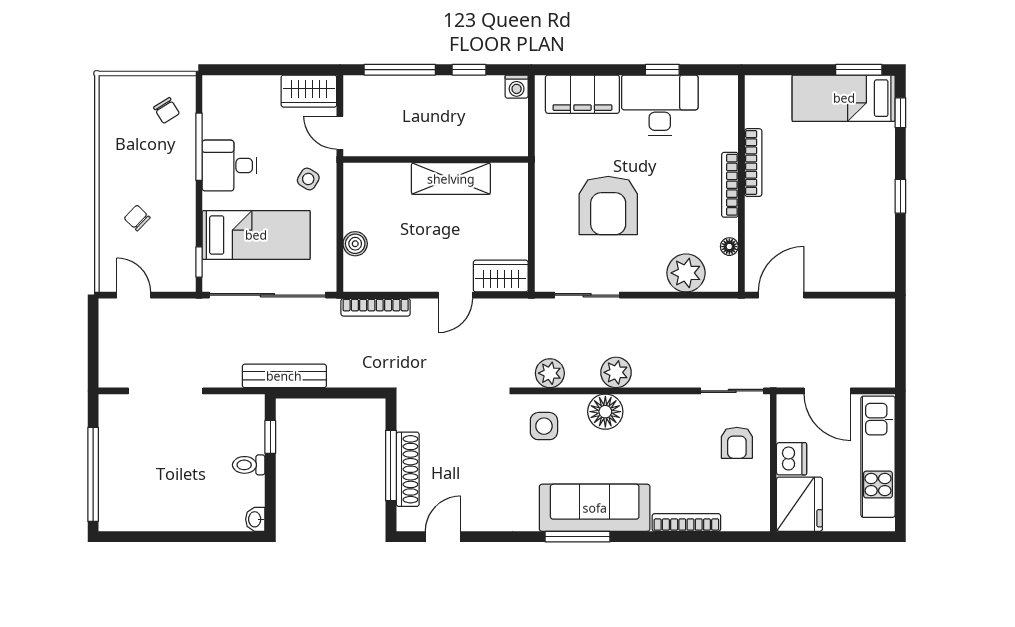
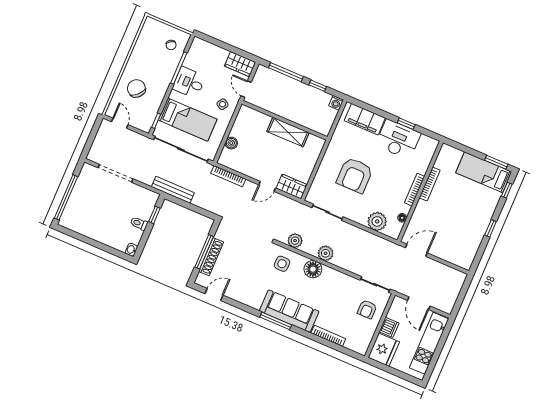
chair: (137, 218) -> (136, 88), width x1.87, depth x1.87

